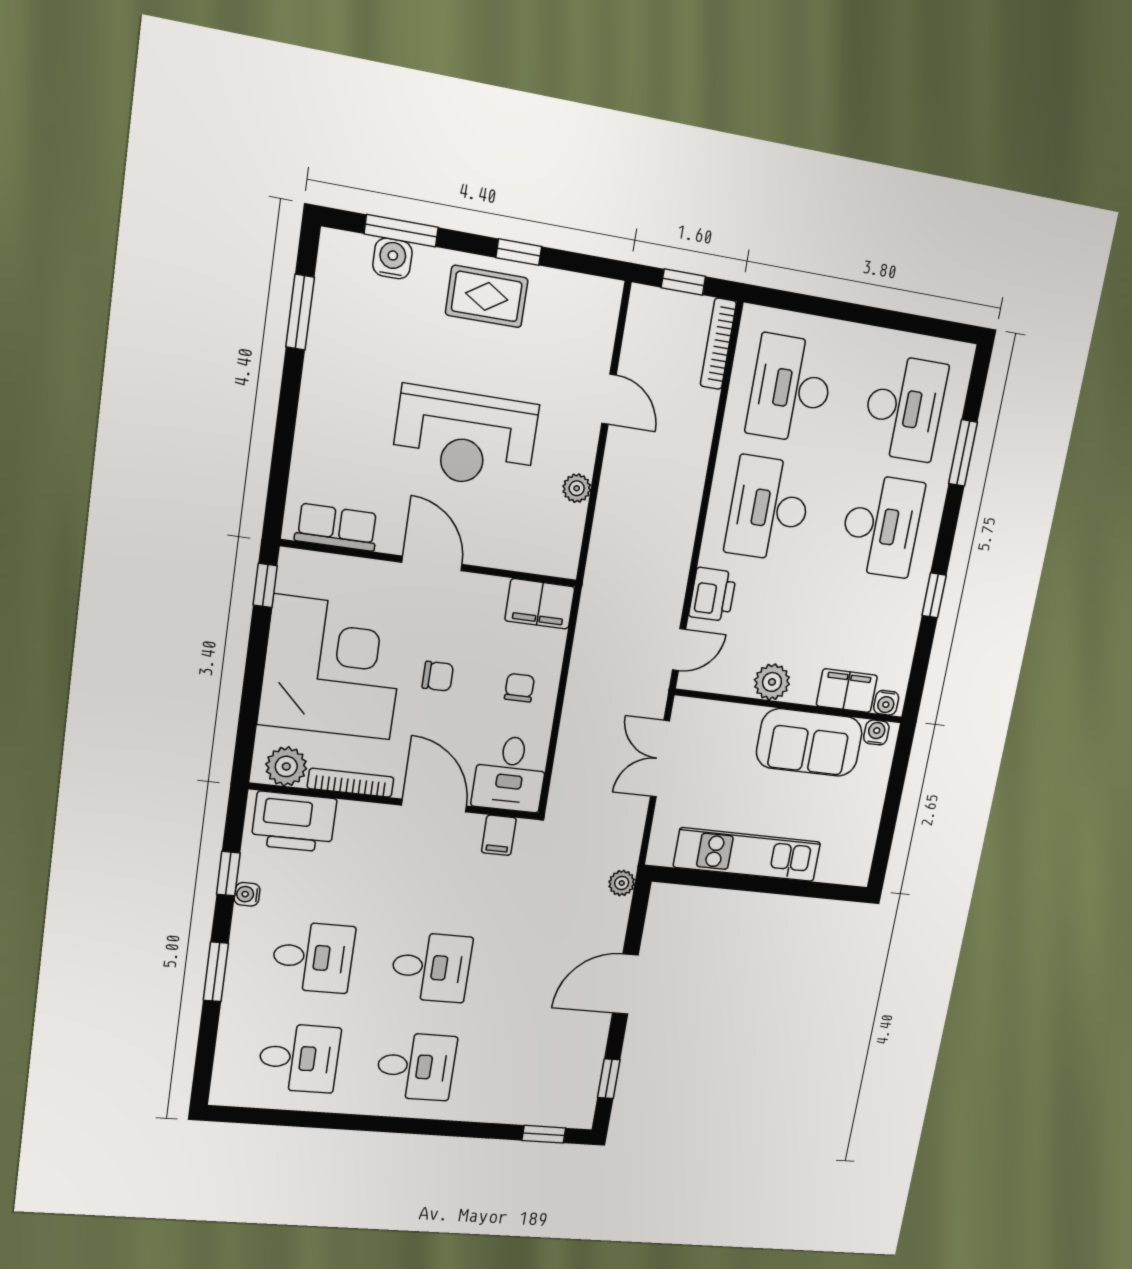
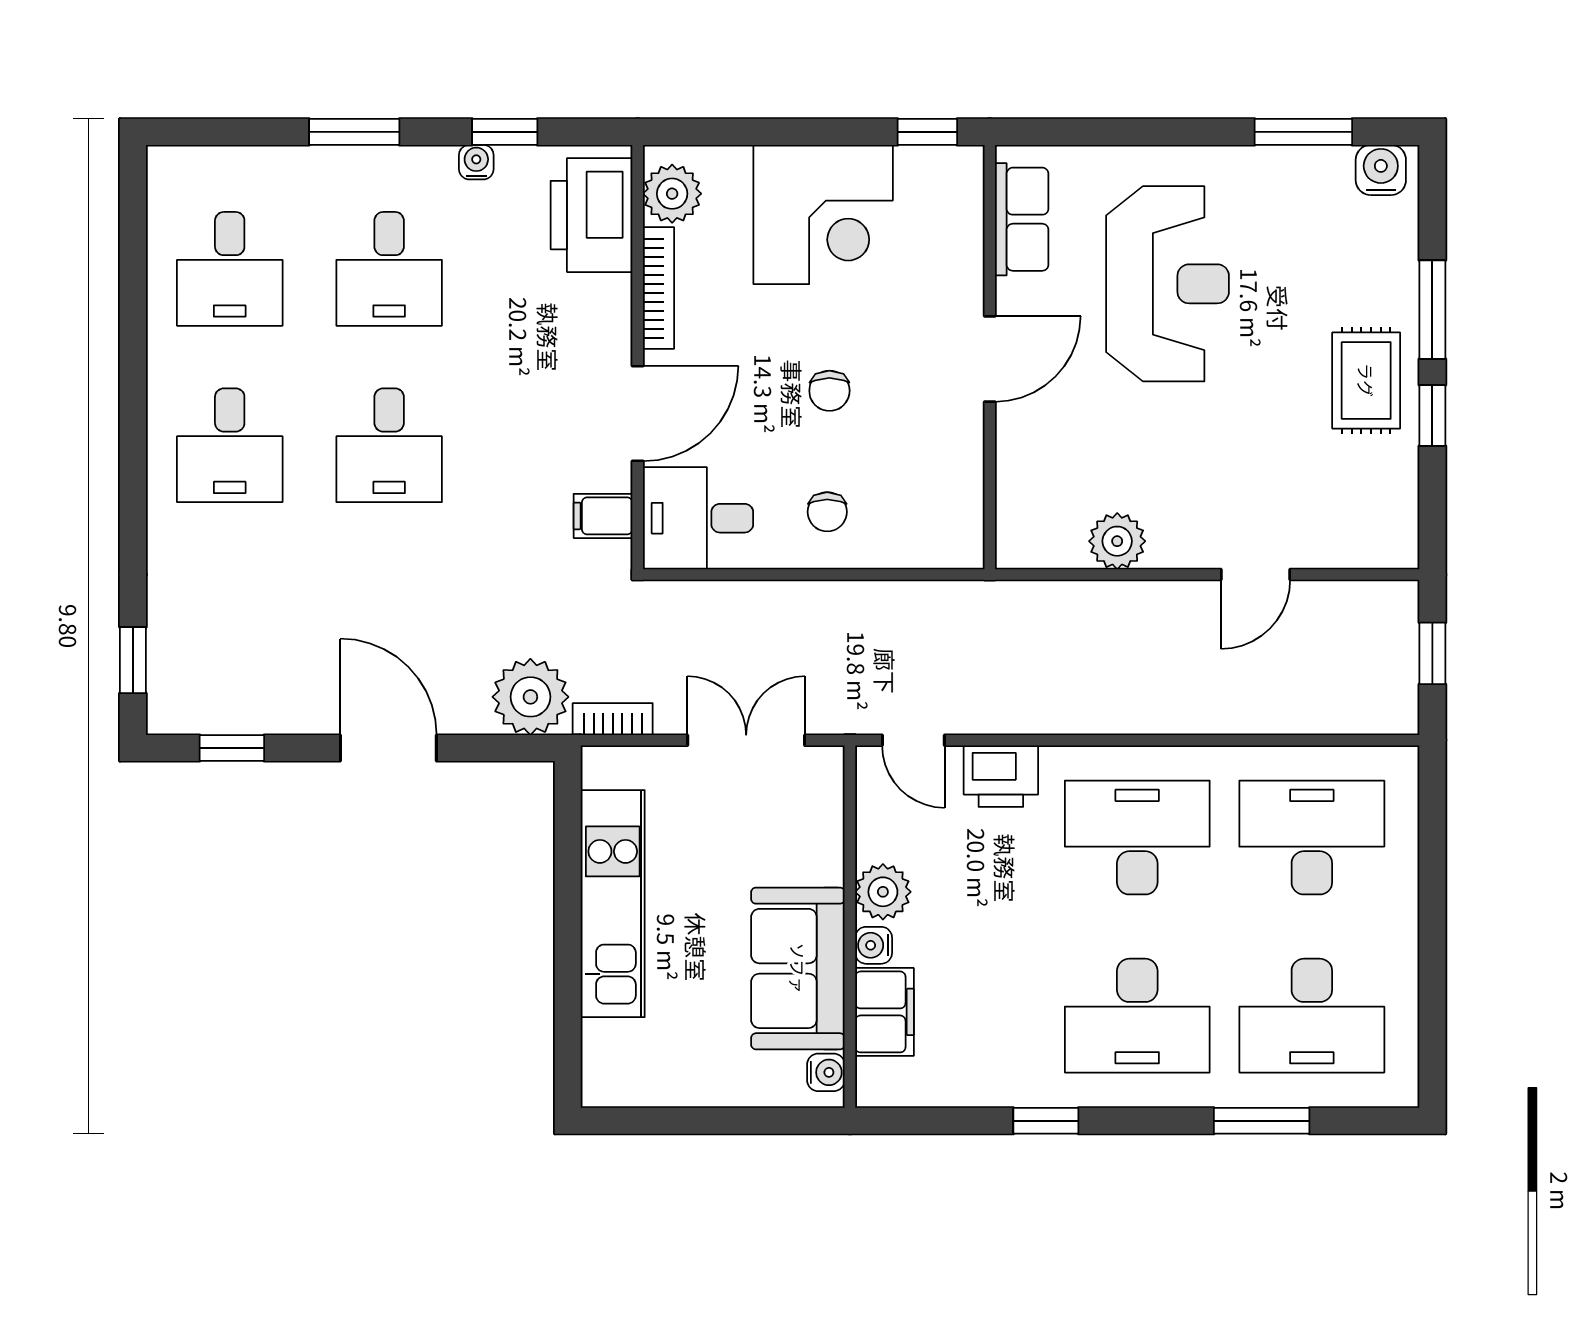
window: (401, 231) -> (1432, 310), moved
water cooler: (392, 258) -> (1381, 170), moved, turned -90
bookcase: (718, 344) -> (613, 719), moved, width x0.64
reception desk: (465, 438) -> (1168, 284), moved, turned 180
plant: (577, 488) -> (1117, 541), width x1.38, depth x1.38
filing cabinet: (540, 604) -> (953, 522), removed
corner desk: (332, 668) -> (823, 215), width x0.74, depth x0.74
chair: (519, 688) -> (827, 512), turned 90
water cooler: (886, 703) -> (874, 945), moved
plant: (622, 883) -> (530, 697), width x1.87, depth x1.87

